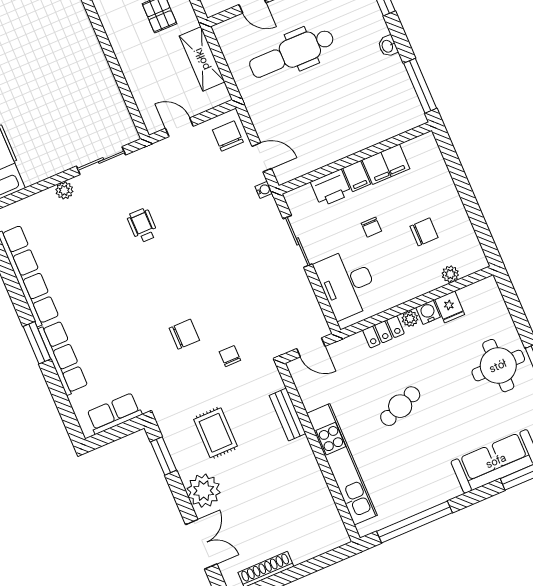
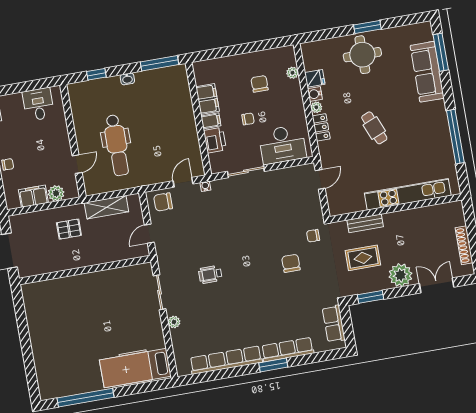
bench: (288, 415) -> (365, 223), moved
wall: (319, 452) -> (396, 208), moved
kitchen unit: (342, 464) -> (408, 194), moved

